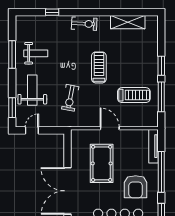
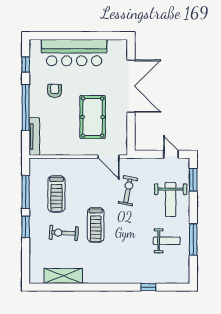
exercise bike: (84, 24) -> (64, 233), moved
weight bench: (36, 53) -> (167, 241), turned 180
treadmill: (134, 95) -> (56, 194), turned -90
door: (110, 128) -> (109, 157), moved
door: (32, 130) -> (171, 154), swing flipped
armchair: (136, 187) -> (55, 91), width x0.53, depth x0.53

